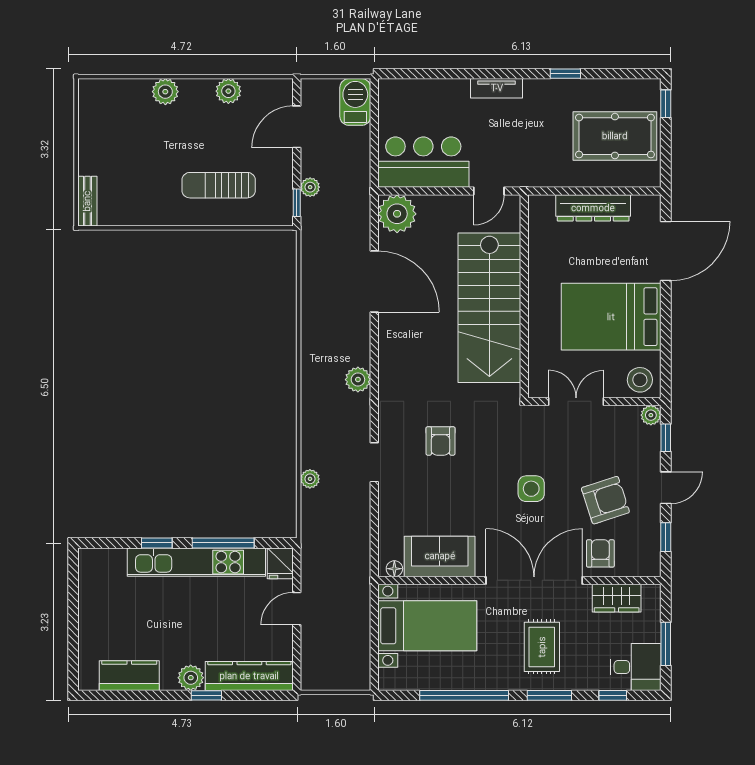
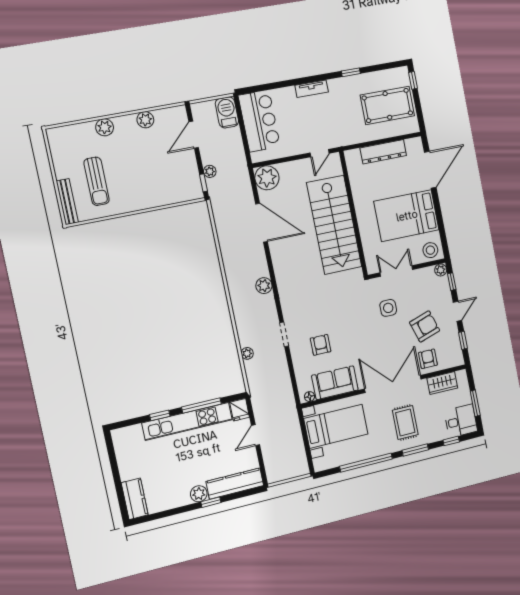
bar counter: (423, 162) -> (259, 121), moved, turned 90
sun lounger: (219, 185) -> (97, 181), moved, turned -90
bench: (87, 201) -> (67, 202), width x1.36
armchair: (440, 441) -> (321, 345), moved, turned 180
side table: (531, 489) -> (388, 308), moved
kitchen counter: (129, 676) -> (135, 499), moved, turned 90

